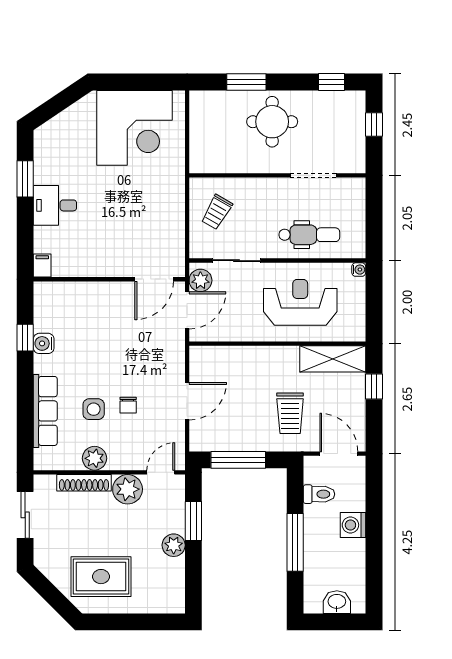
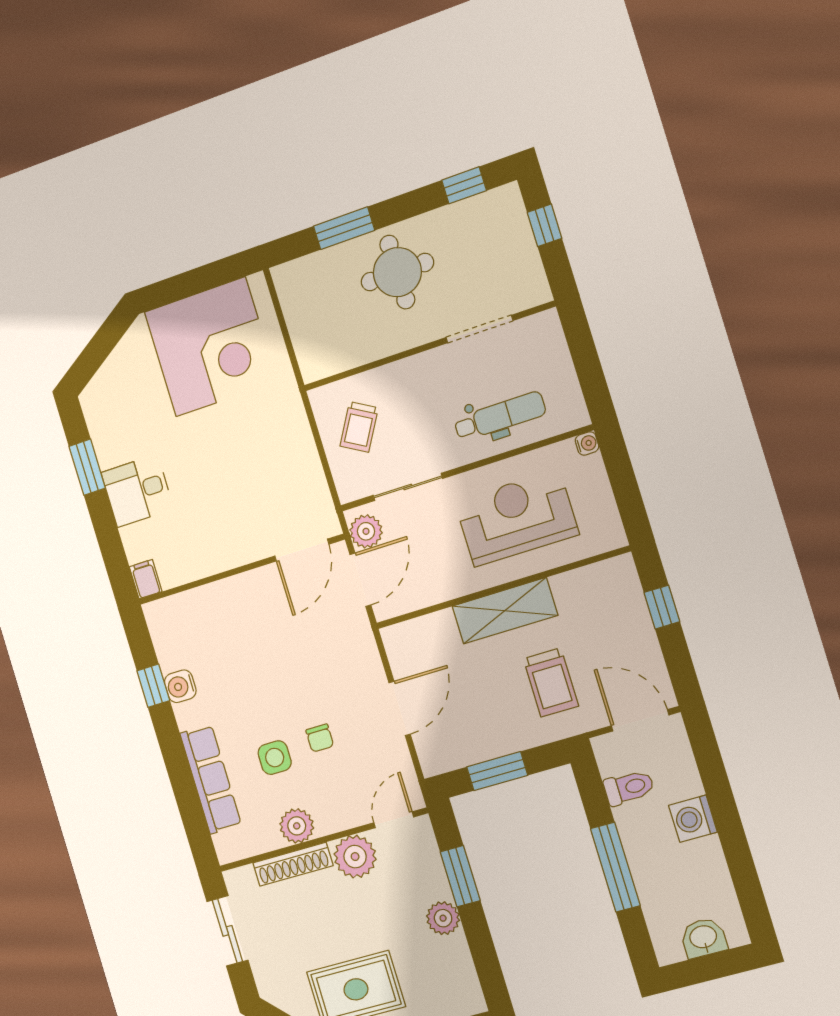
shelving: (333, 359) -> (505, 611), moved
window: (238, 460) -> (497, 771), width x0.69

